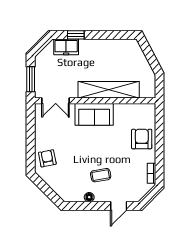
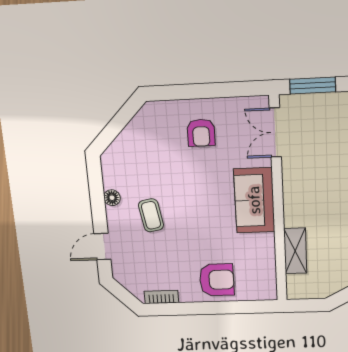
shelving: (109, 90) -> (295, 251), width x0.45, depth x0.75
armchair: (47, 158) -> (201, 133), moved, turned 101
door: (119, 206) -> (102, 247), hinge flipped

